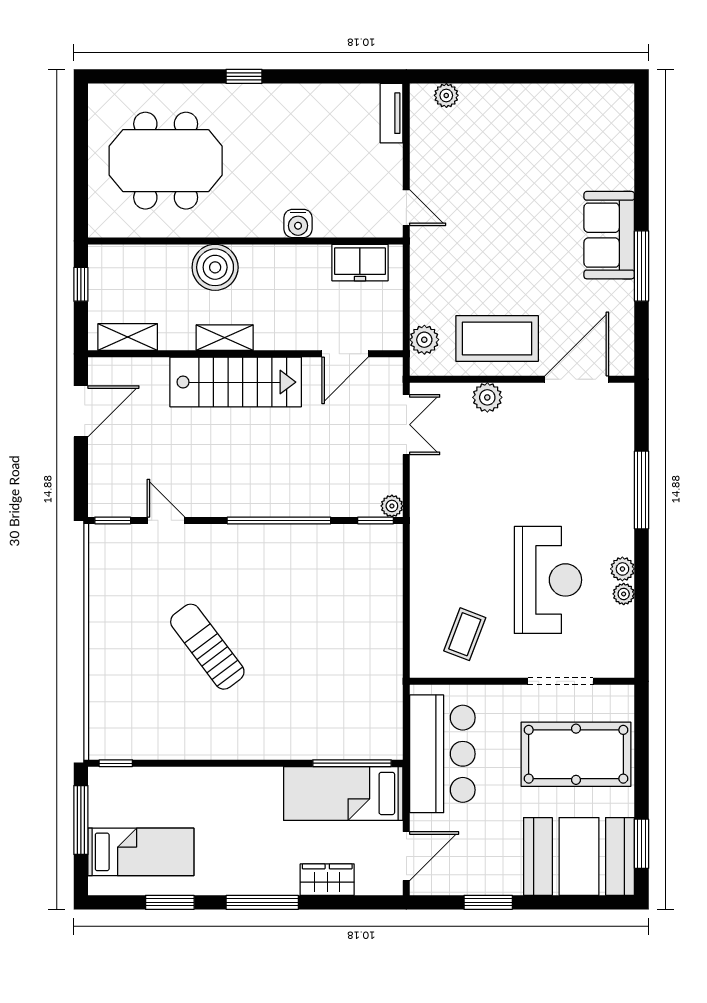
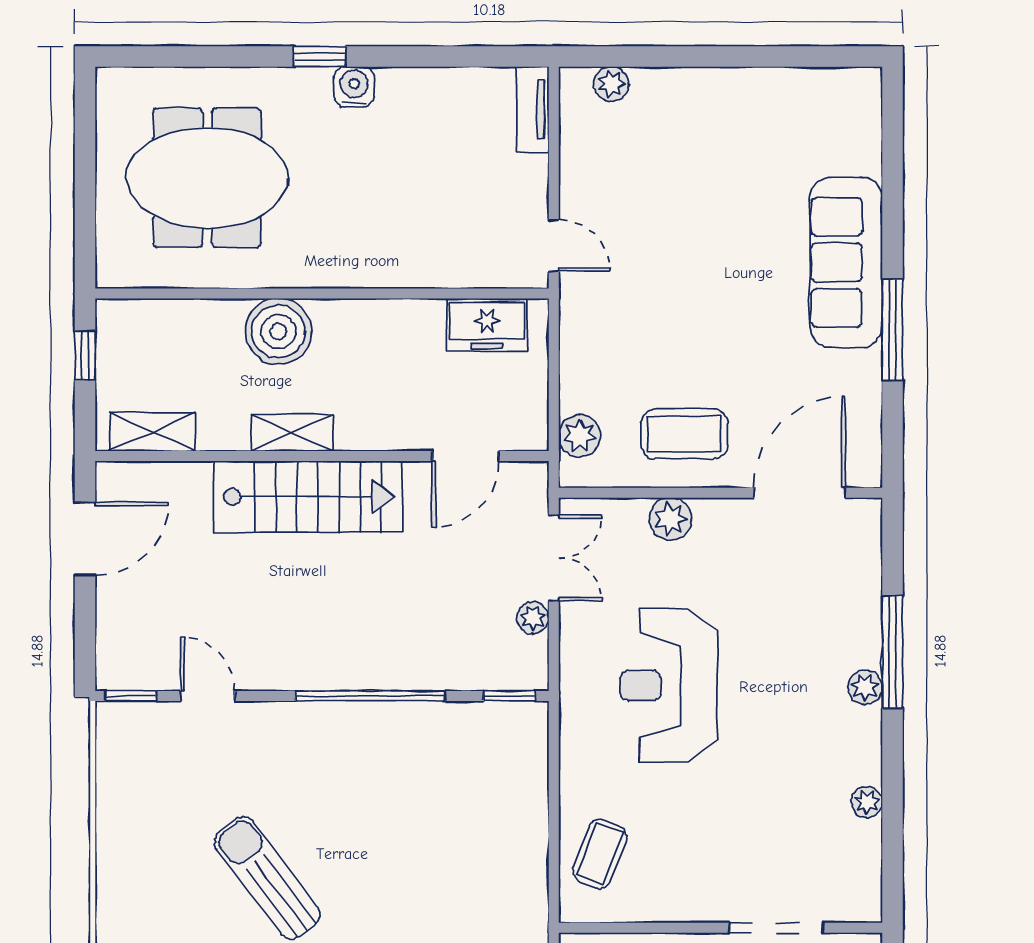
water cooler: (298, 223) -> (354, 87), moved, turned 180
sofa: (609, 235) -> (846, 262), width x1.36
coffee table: (497, 339) -> (685, 434), width x0.73, depth x0.76
plant: (392, 506) -> (533, 618), moved
plant: (622, 569) -> (865, 687), moved
reception desk: (548, 580) -> (669, 685), moved, turned 180
coffee table: (465, 634) -> (600, 854), moved

